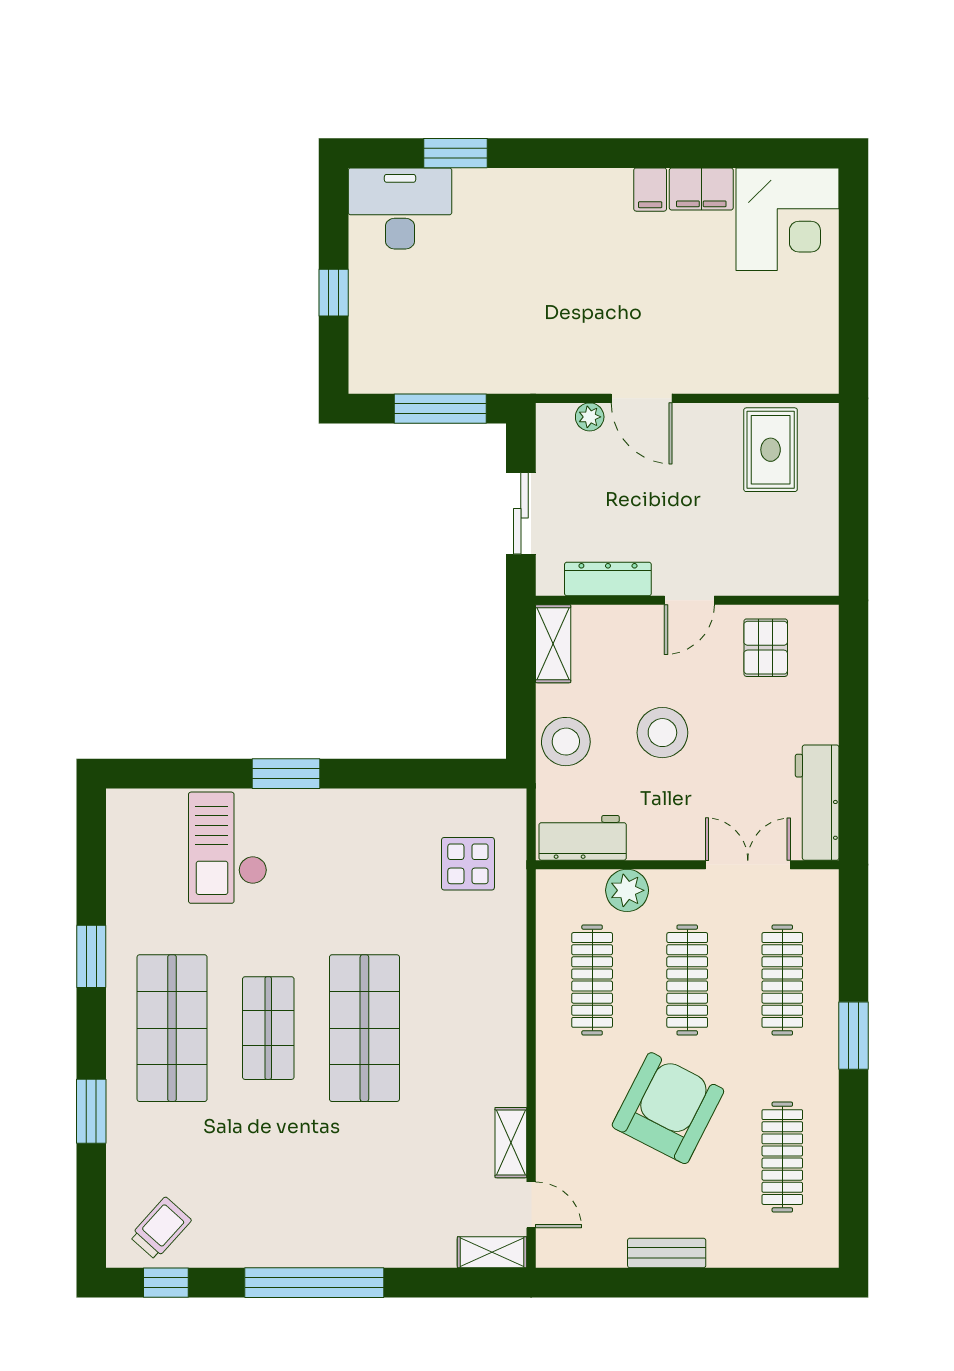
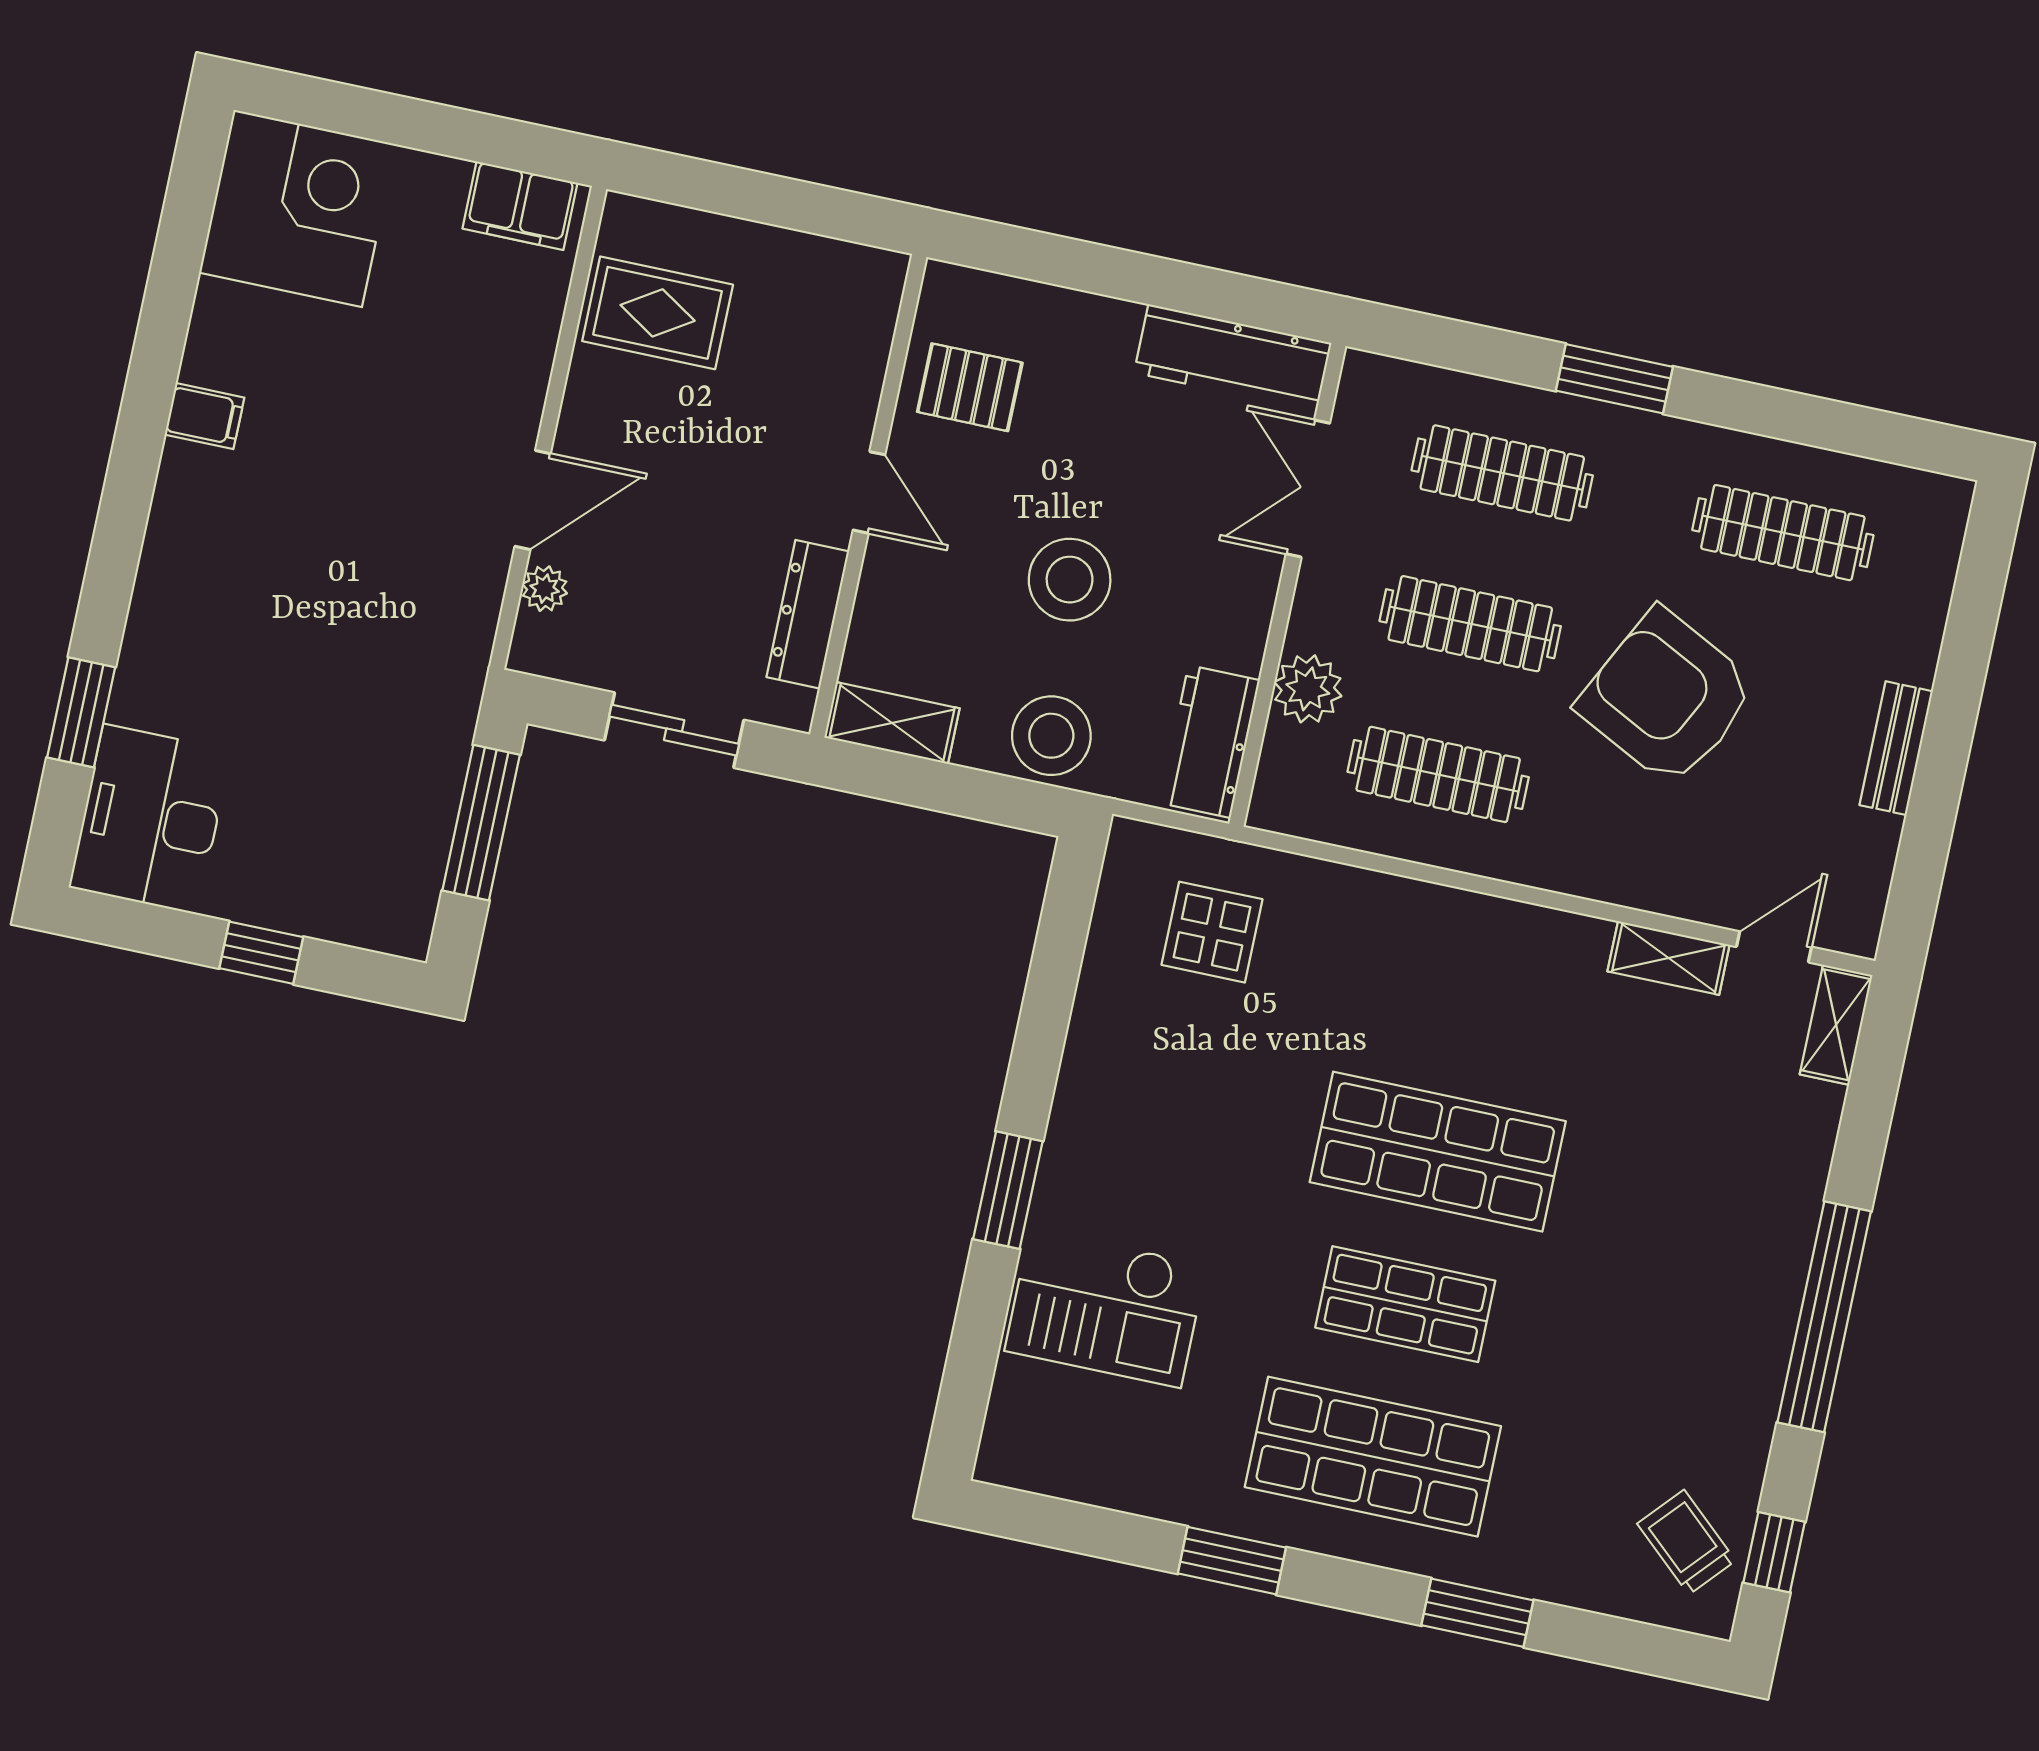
filing cabinet: (701, 189) -> (520, 206), moved, turned 90

